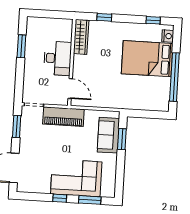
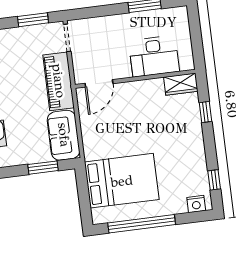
wardrobe: (81, 37) -> (181, 84), width x0.67
desk: (58, 58) -> (154, 56), moved
bed: (147, 59) -> (122, 181), moved, turned 90
sofa: (108, 135) -> (64, 135), moved, turned -90

